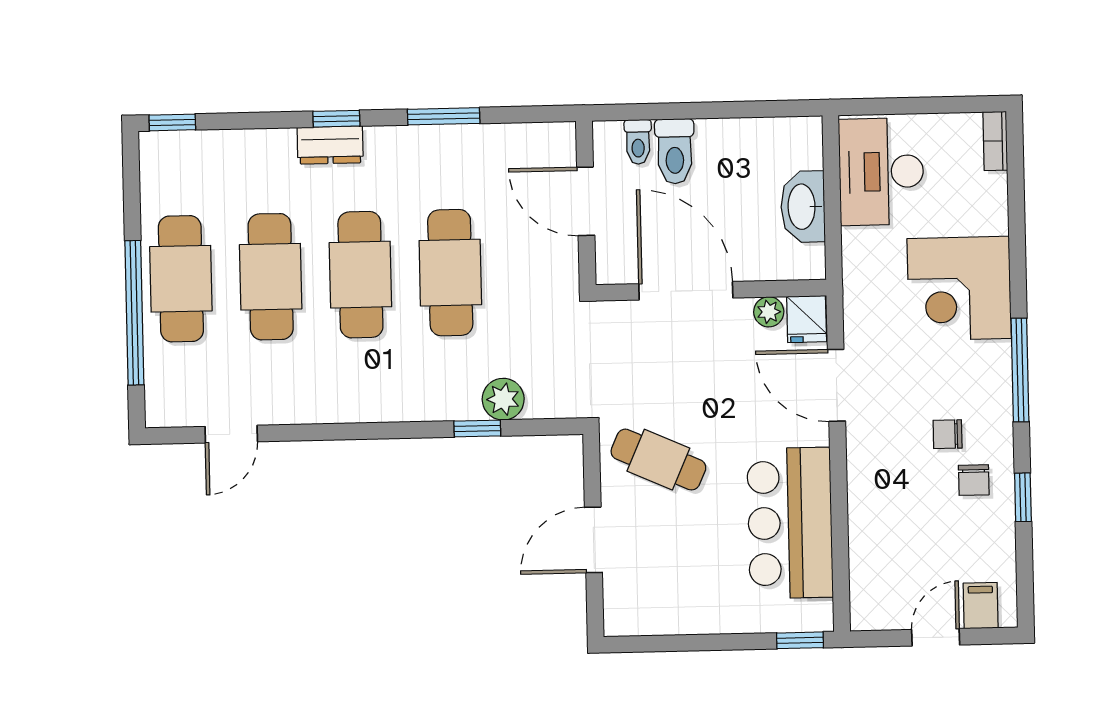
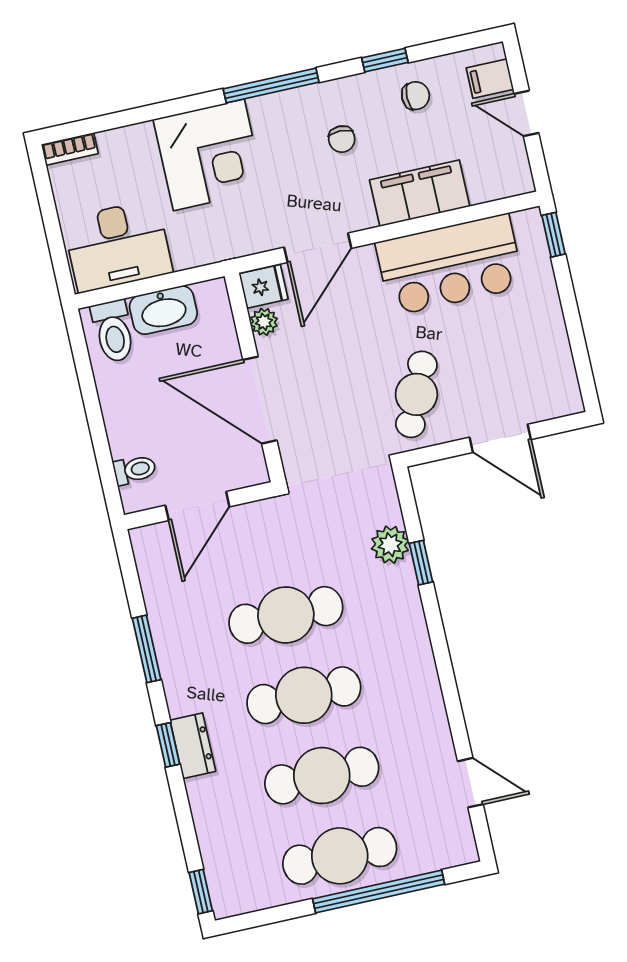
toilet: (675, 151) -> (113, 331), moved, turned 90
door: (686, 291) -> (260, 400), hinge flipped
chair: (974, 480) -> (416, 96), moved
filing cabinet: (873, 506) -> (420, 193), added

